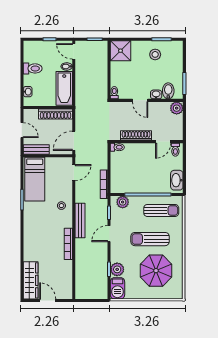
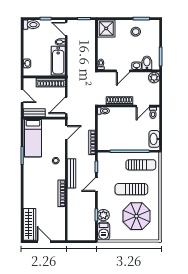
toilet: (33, 68) -> (31, 25), moved
door: (140, 100) -> (123, 71), hinge flipped
plant: (123, 202) -> (108, 158), removed

